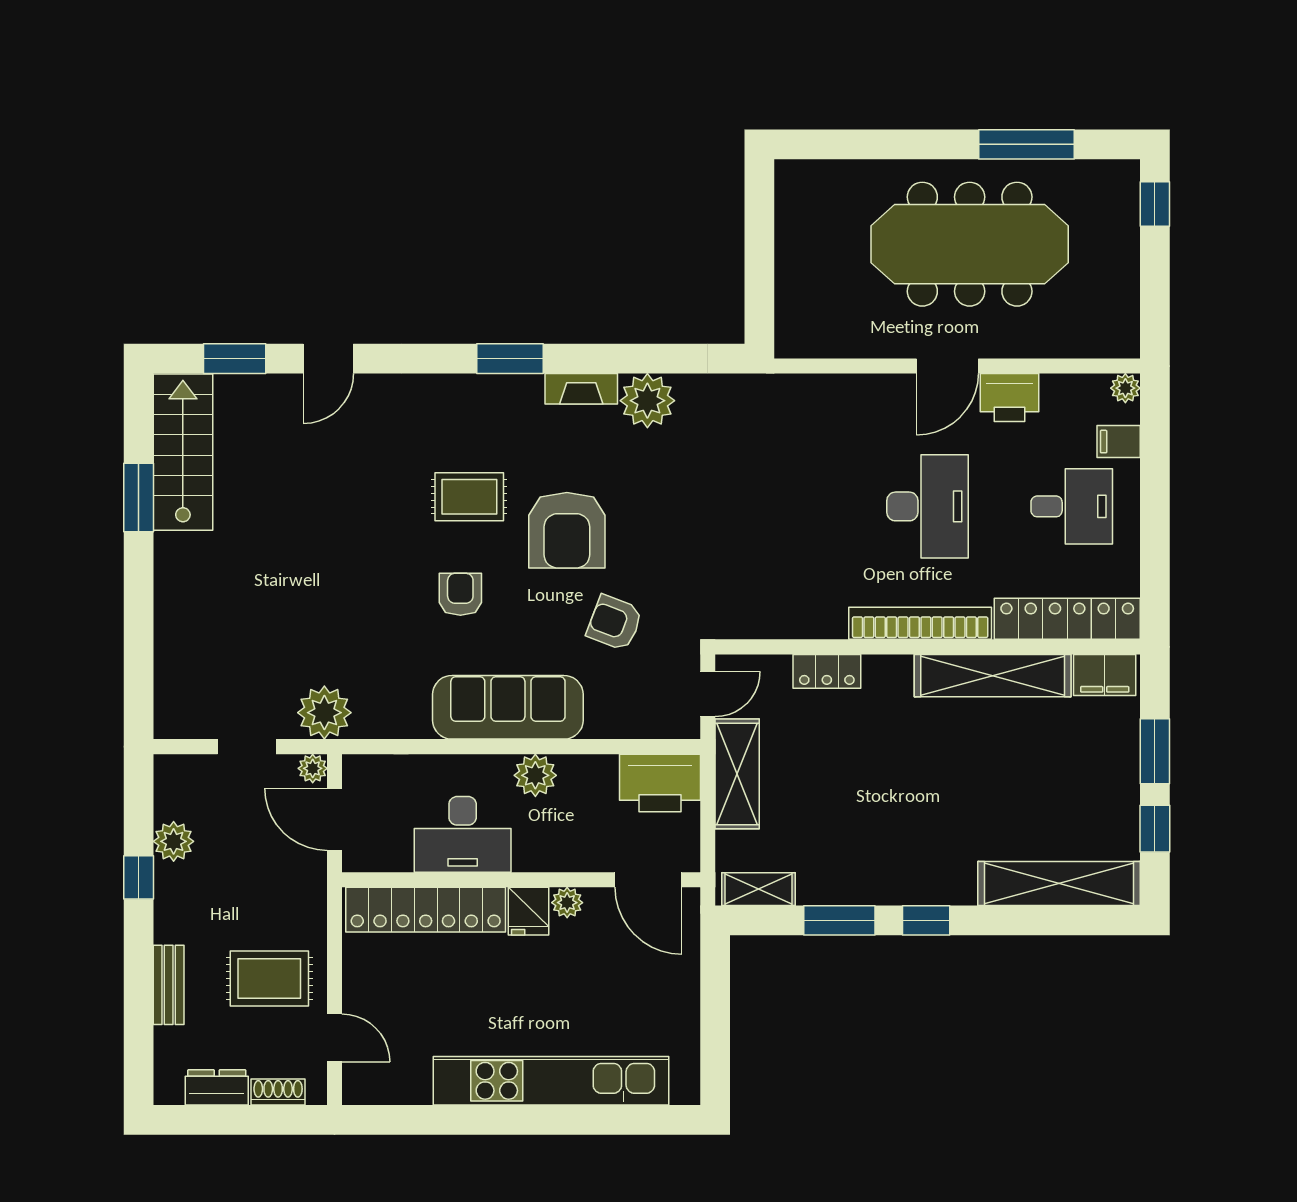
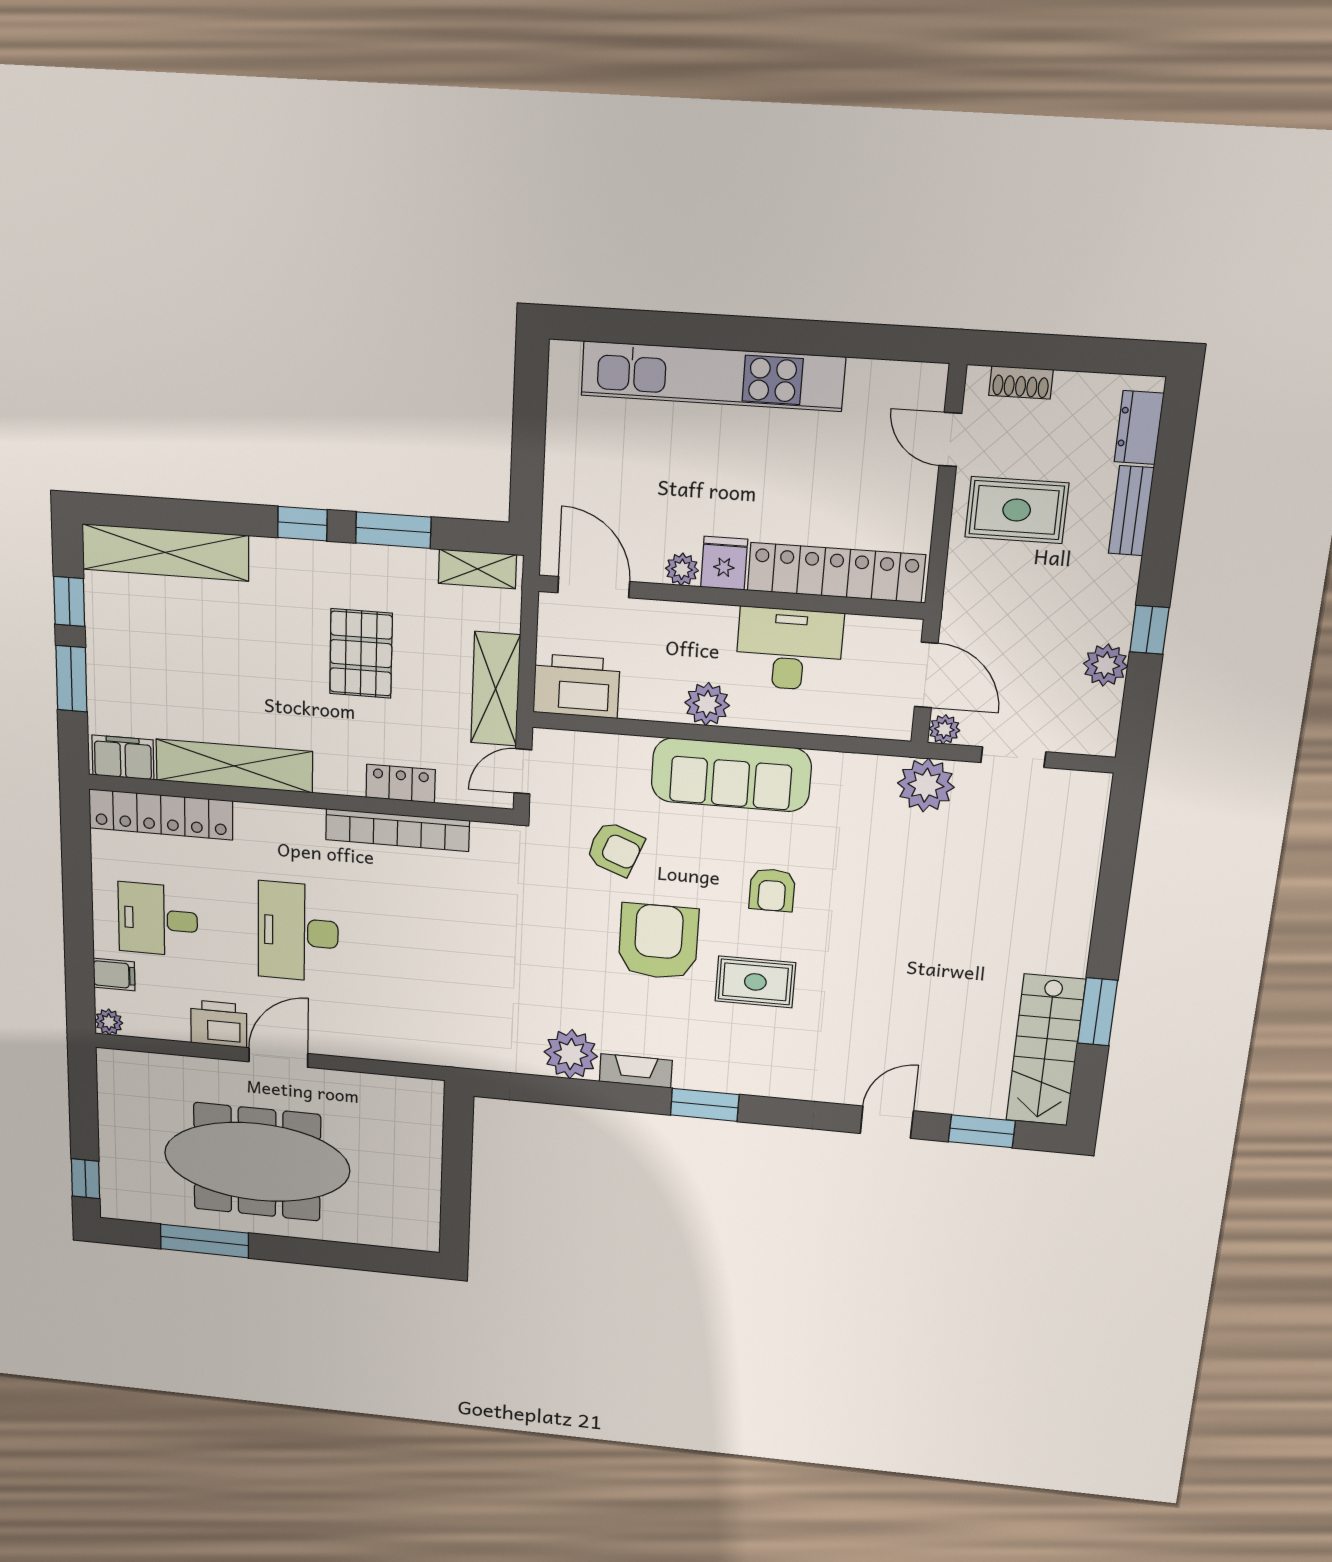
bookcase: (920, 623) -> (397, 830), moved
pallet: (868, 799) -> (361, 654), added
dresser: (217, 1087) -> (1139, 428), moved, turned 90

